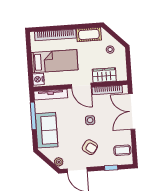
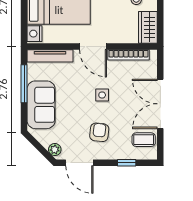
wardrobe: (104, 75) -> (148, 27), moved, turned -90
double door: (132, 111) -> (160, 104), moved
armchair: (90, 147) -> (99, 132), turned -119

